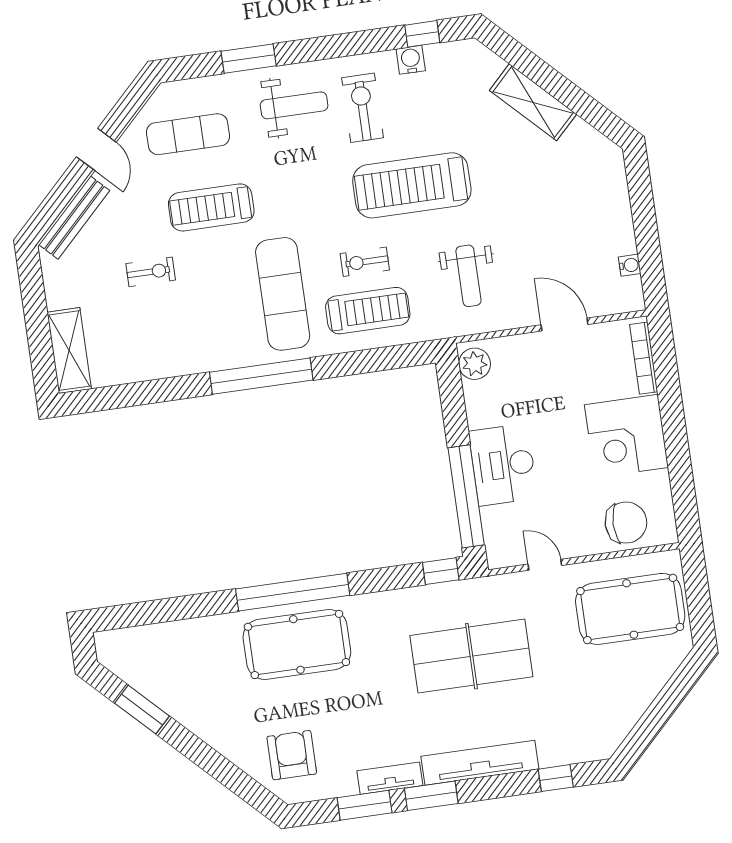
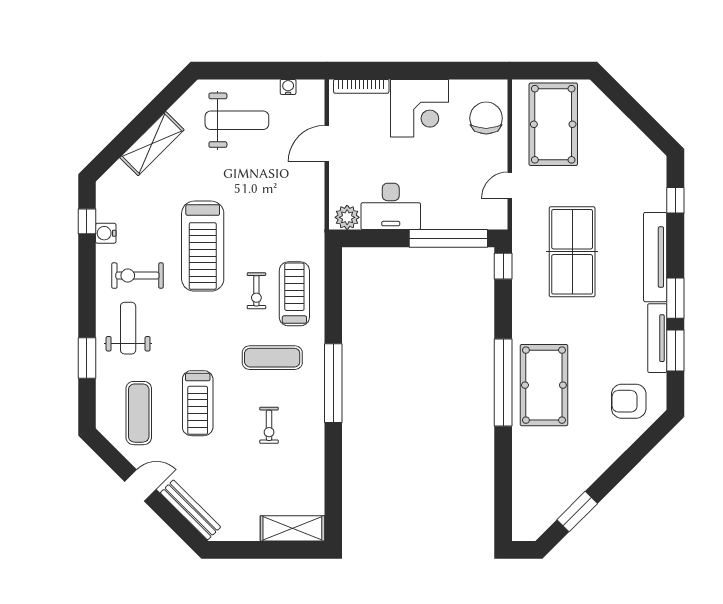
exercise bike: (151, 272) -> (269, 425), moved, turned 180
weight bench: (468, 276) -> (237, 120), moved, width x1.36, depth x1.33
exercise mat: (283, 294) -> (272, 358), width x0.73, depth x0.69
desk: (503, 465) -> (391, 206), moved
tv unit: (390, 778) -> (657, 338), width x1.41

